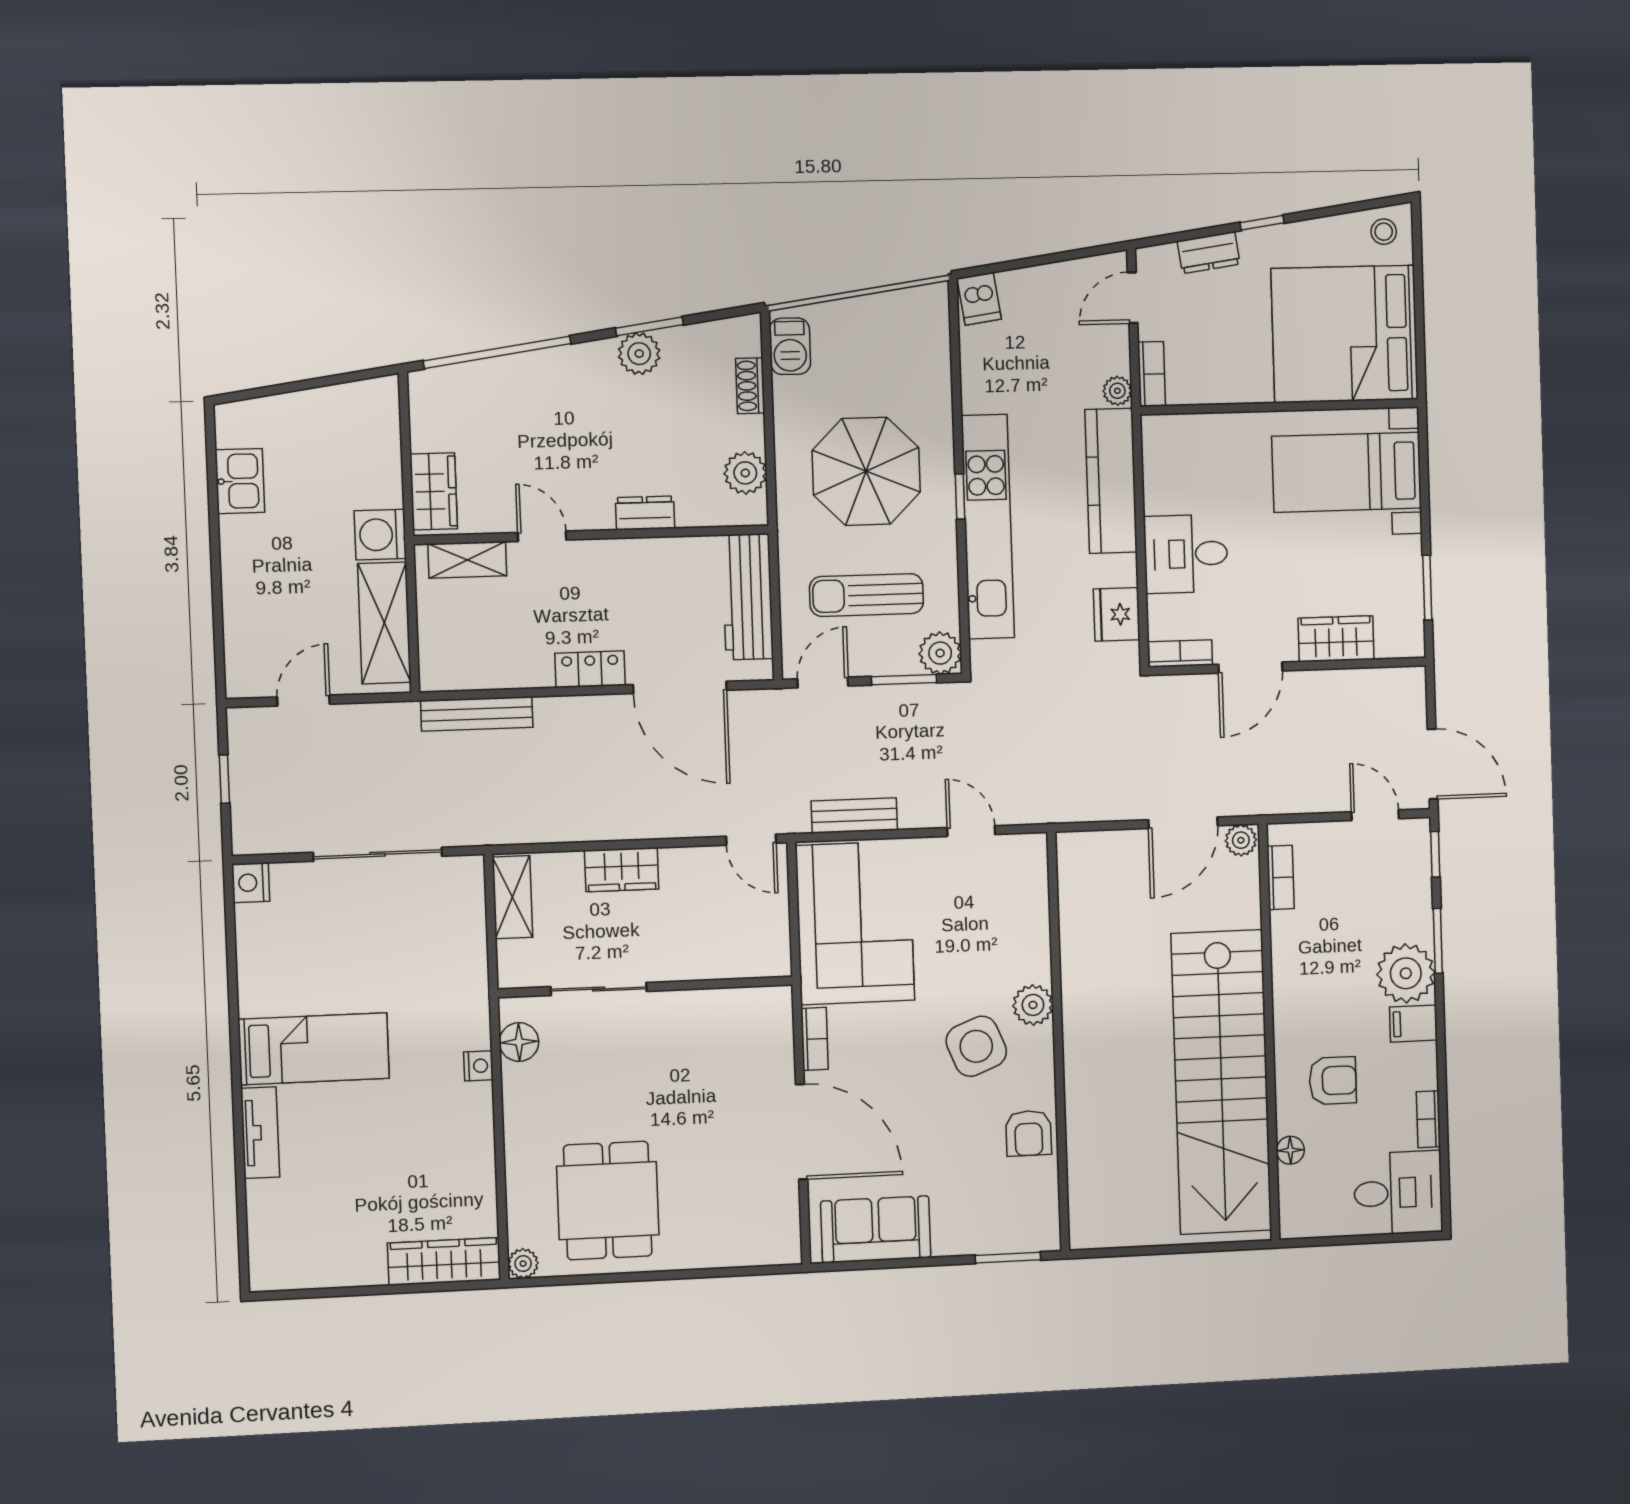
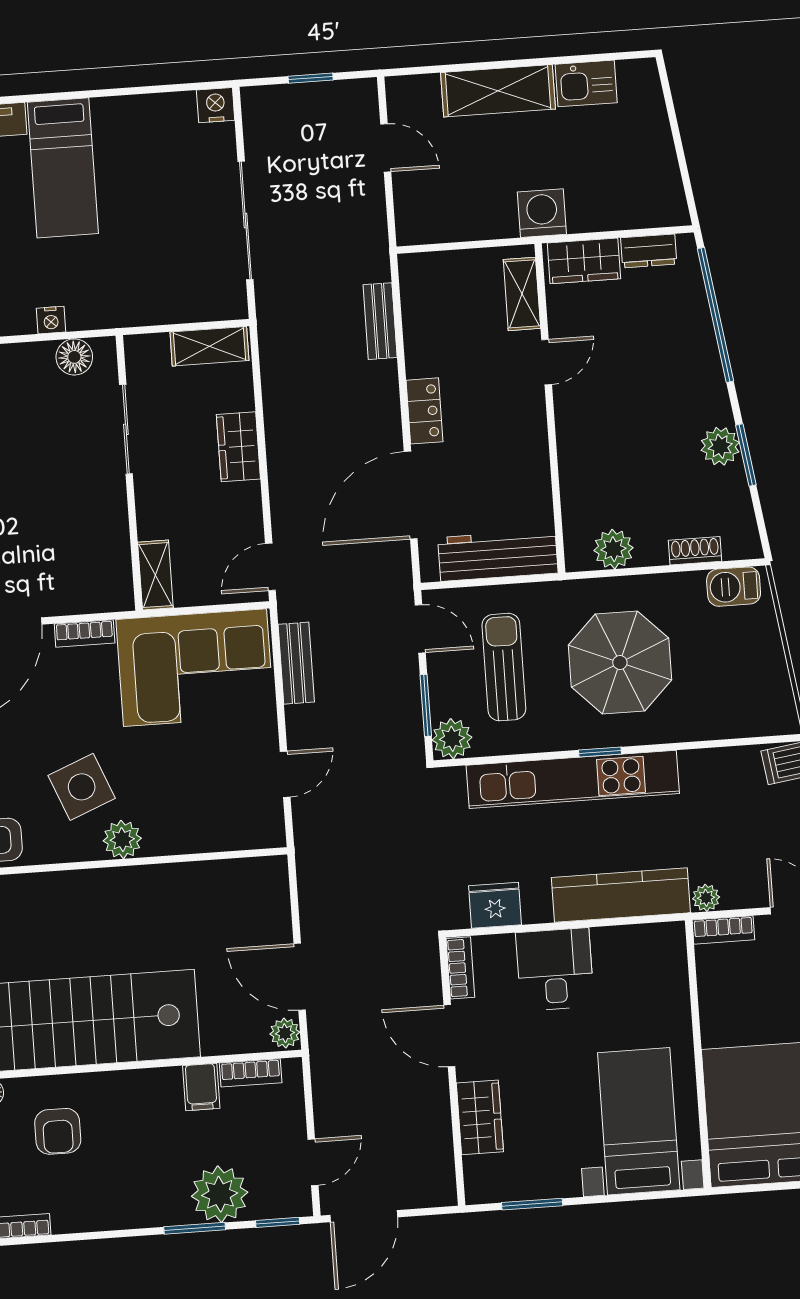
dresser: (645, 513) -> (649, 251), moved, turned 90
shelving: (384, 623) -> (498, 91), moved
bench: (477, 714) -> (380, 321), width x0.73
shelving: (755, 962) -> (155, 575), added
plant: (1406, 973) -> (220, 1194), moved
filing cabinet: (1413, 1024) -> (201, 1087), moved, turned 180

